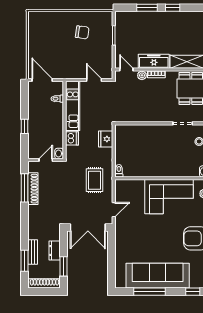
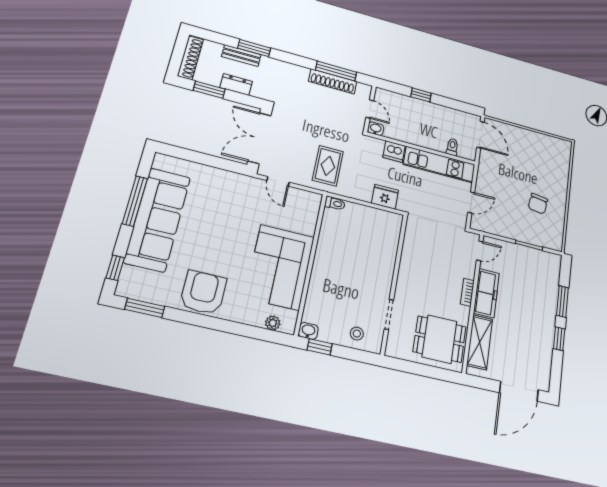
plant: (142, 75) -> (469, 271), removed
door: (42, 80) -> (480, 135), hinge flipped
rug: (94, 180) -> (328, 166), turned 90
window: (25, 261) -> (254, 48), moved

